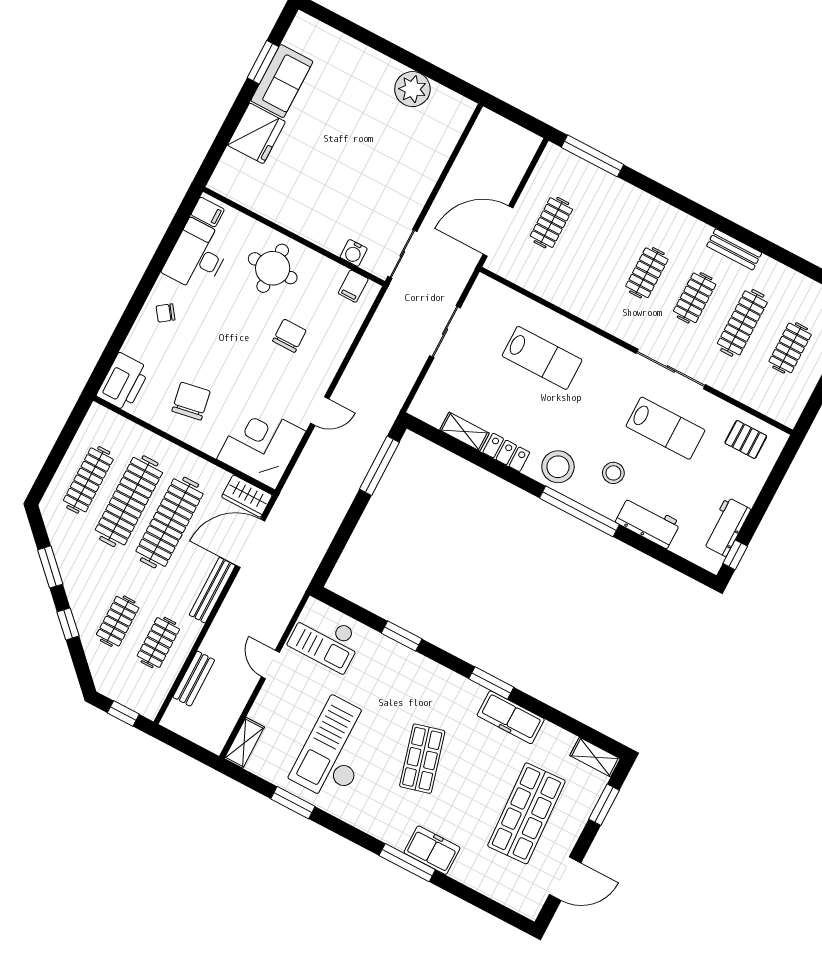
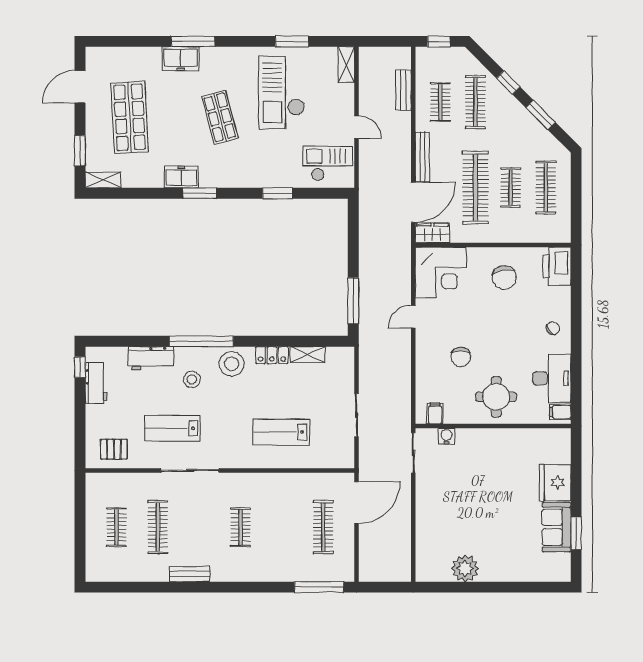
clothes rail: (551, 223) -> (323, 527), width x1.36
clothes rail: (695, 298) -> (199, 527), removed
clothes rail: (129, 501) -> (511, 188), width x0.54, depth x0.76
clothes rail: (118, 621) -> (475, 102), width x1.36
freezer: (511, 717) -> (181, 177), width x0.71
checkout: (336, 750) -> (282, 92), turned 180

